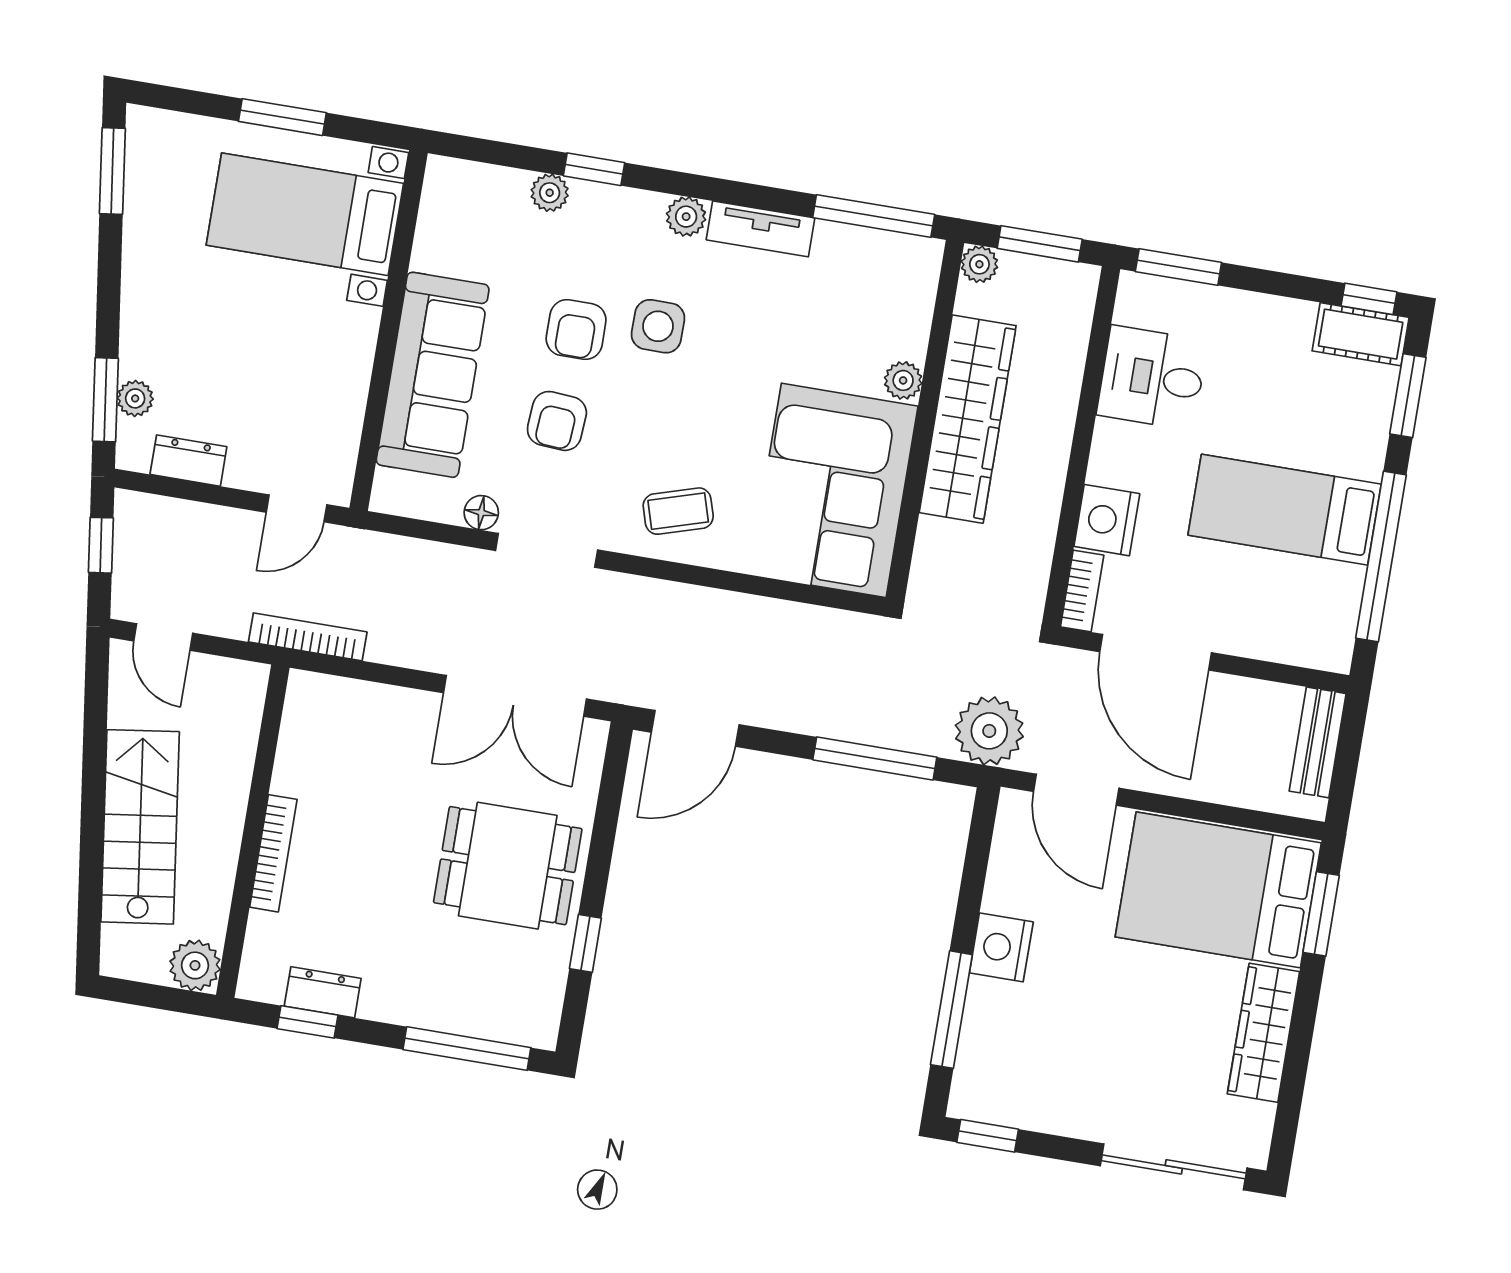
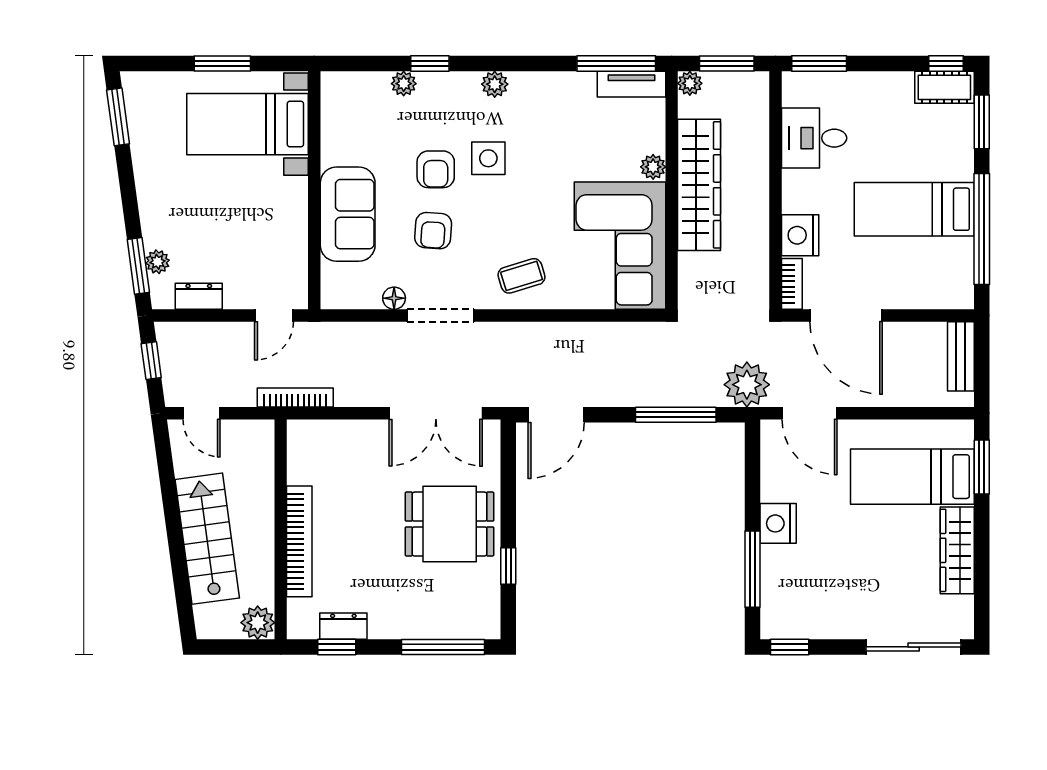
tv unit: (761, 229) -> (631, 84), moved
sofa: (433, 375) -> (348, 214), width x0.73
bookcase: (273, 853) -> (299, 541), width x1.48, depth x1.31
bed: (1218, 890) -> (912, 477), width x0.67

